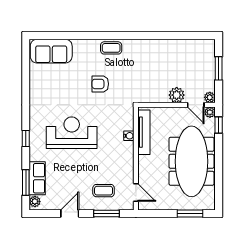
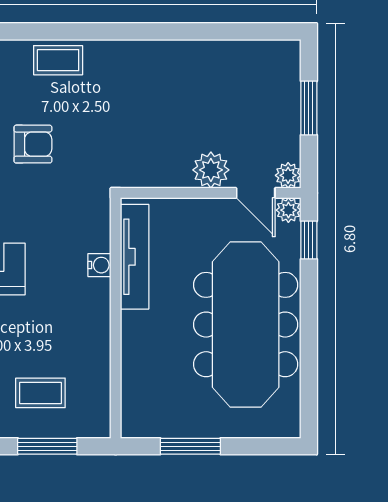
armchair: (100, 84) -> (33, 144), turned 180
door: (136, 193) -> (116, 397), removed
window: (190, 213) -> (190, 446), moved

